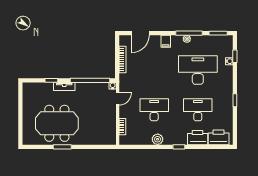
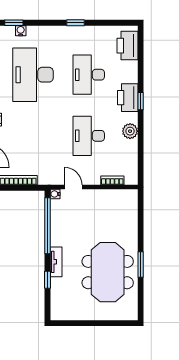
printer: (198, 138) -> (128, 98), moved

